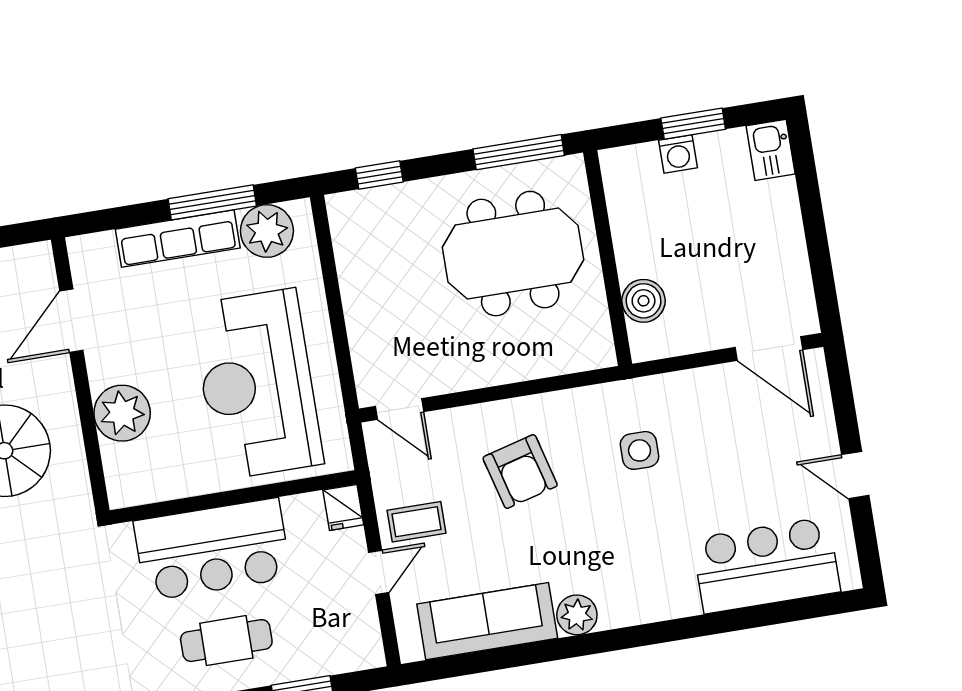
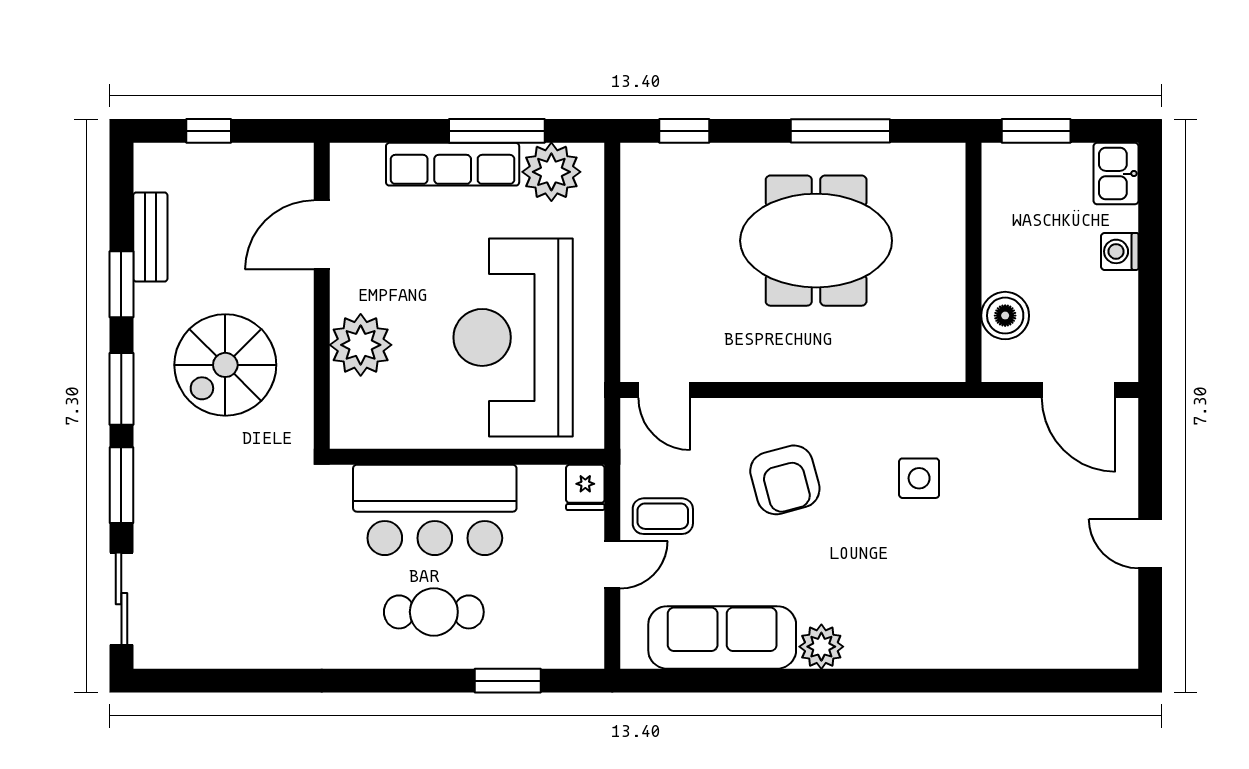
washing machine: (678, 154) -> (1120, 251), moved, turned 90
wall: (608, 258) -> (973, 262), moved
boiler: (644, 301) -> (1005, 316), moved
bar counter: (766, 565) -> (1037, 626), removed

